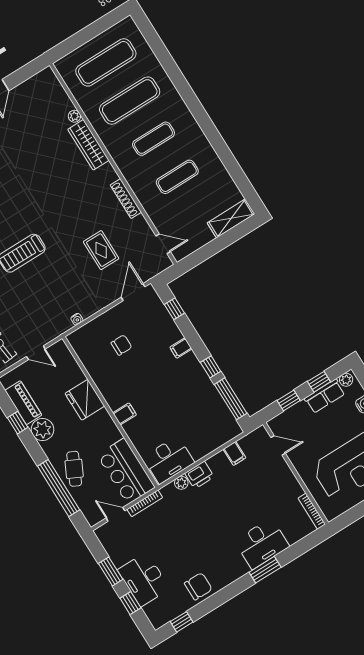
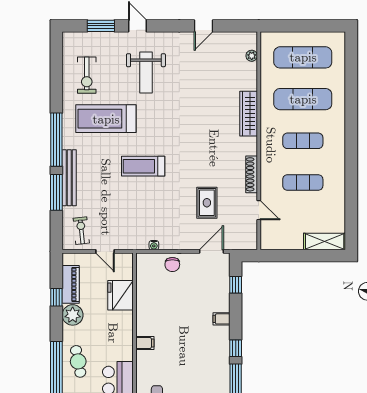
plant: (74, 116) -> (252, 56), moved
door: (163, 244) -> (259, 210), moved
chair: (121, 345) -> (172, 265), moved, turned 90
fridge: (85, 400) -> (120, 295), moved
cafe table: (74, 469) -> (78, 361), turned -37

